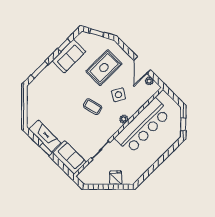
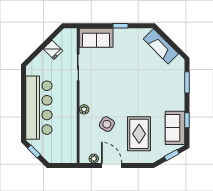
sofa: (69, 56) -> (175, 128), moved
coffee table: (93, 107) -> (118, 95), removed
bar counter: (143, 126) -> (39, 108), moved, turned 180
fireplace: (45, 136) -> (161, 46), moved, turned 45
fridge: (116, 178) -> (53, 50), moved

